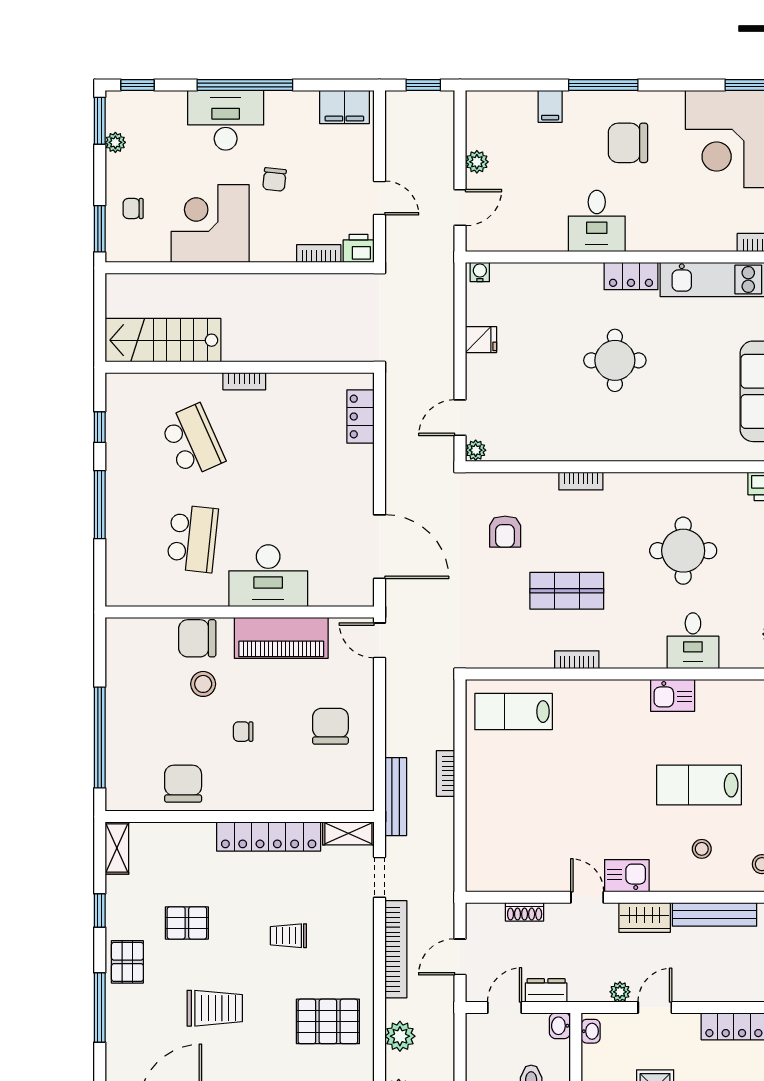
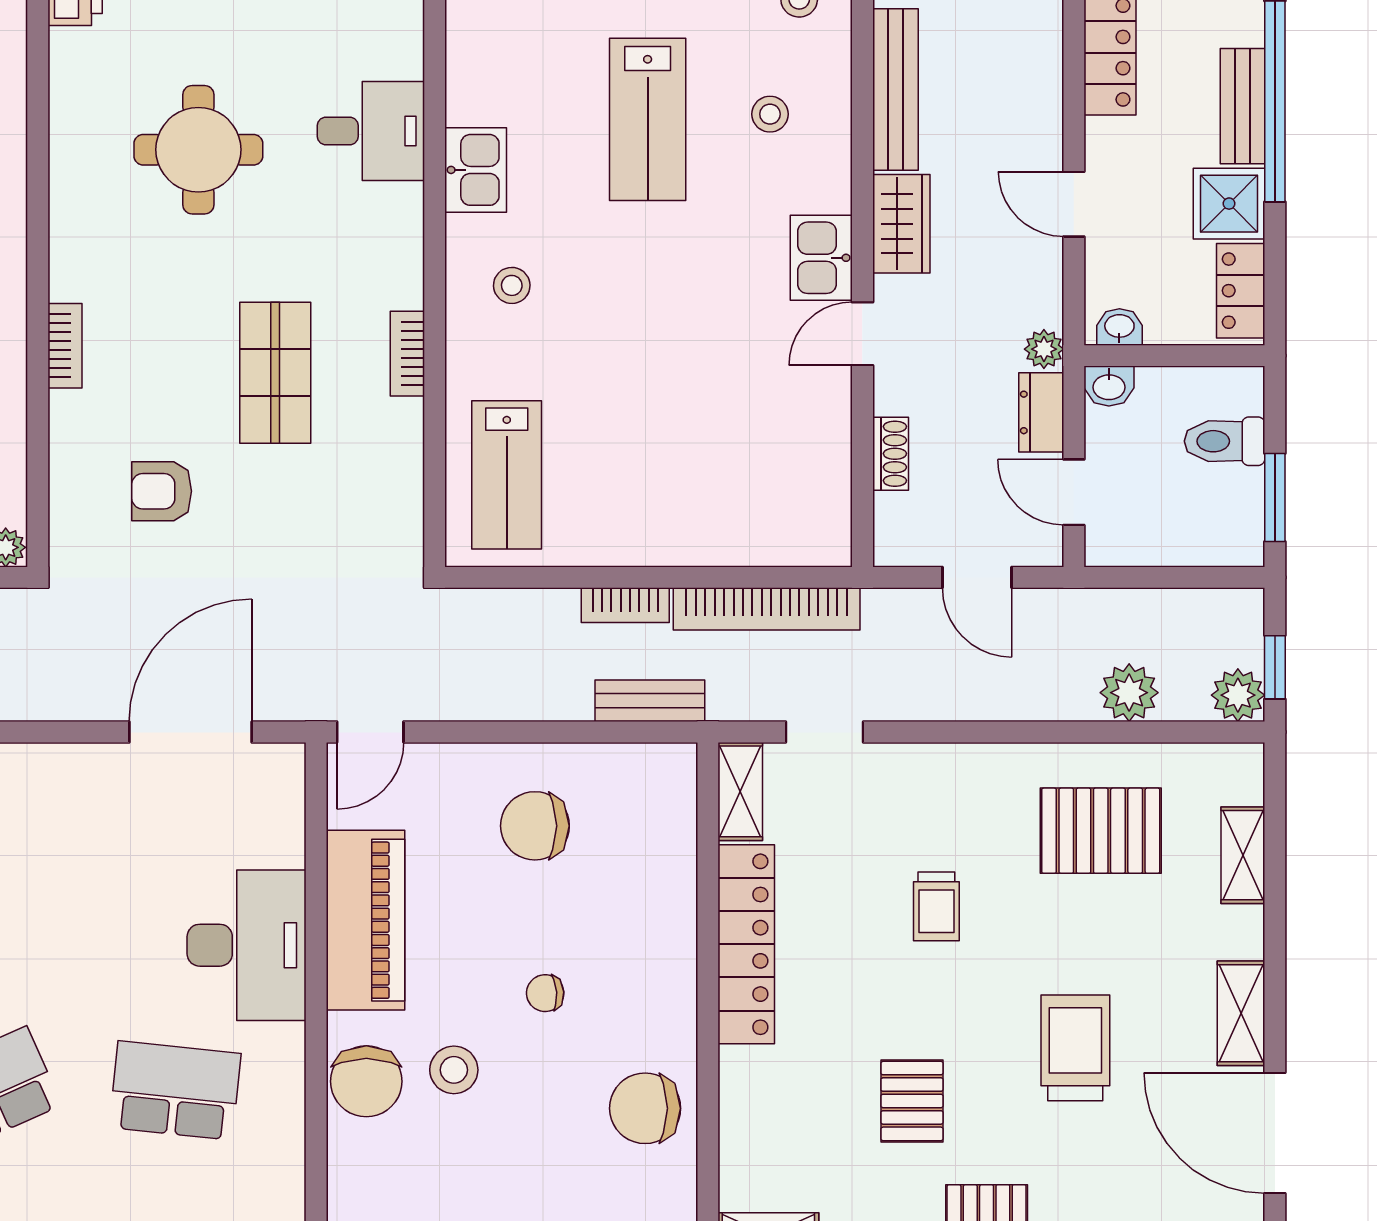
armchair: (505, 532) -> (162, 491), turned 180
stool: (612, 714) -> (512, 285), added
chair: (243, 732) -> (545, 993), turned 86
bench: (396, 797) -> (650, 701), width x0.73
bookcase: (396, 949) -> (767, 609), moved, turned 180
plant: (620, 992) -> (1044, 349), moved
pallet: (328, 1021) -> (1101, 831), turned 90

